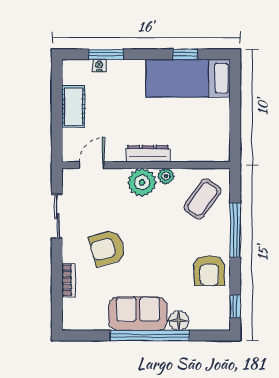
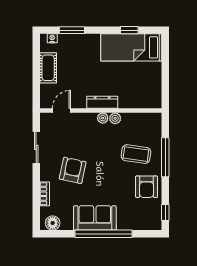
nightstand: (99, 65) -> (52, 38), moved
plant: (142, 182) -> (103, 118), width x0.53, depth x0.53
coffee table: (202, 199) -> (136, 154), moved, turned 62
armchair: (107, 248) -> (73, 170), turned 118
floor lamp: (179, 321) -> (53, 223), moved

